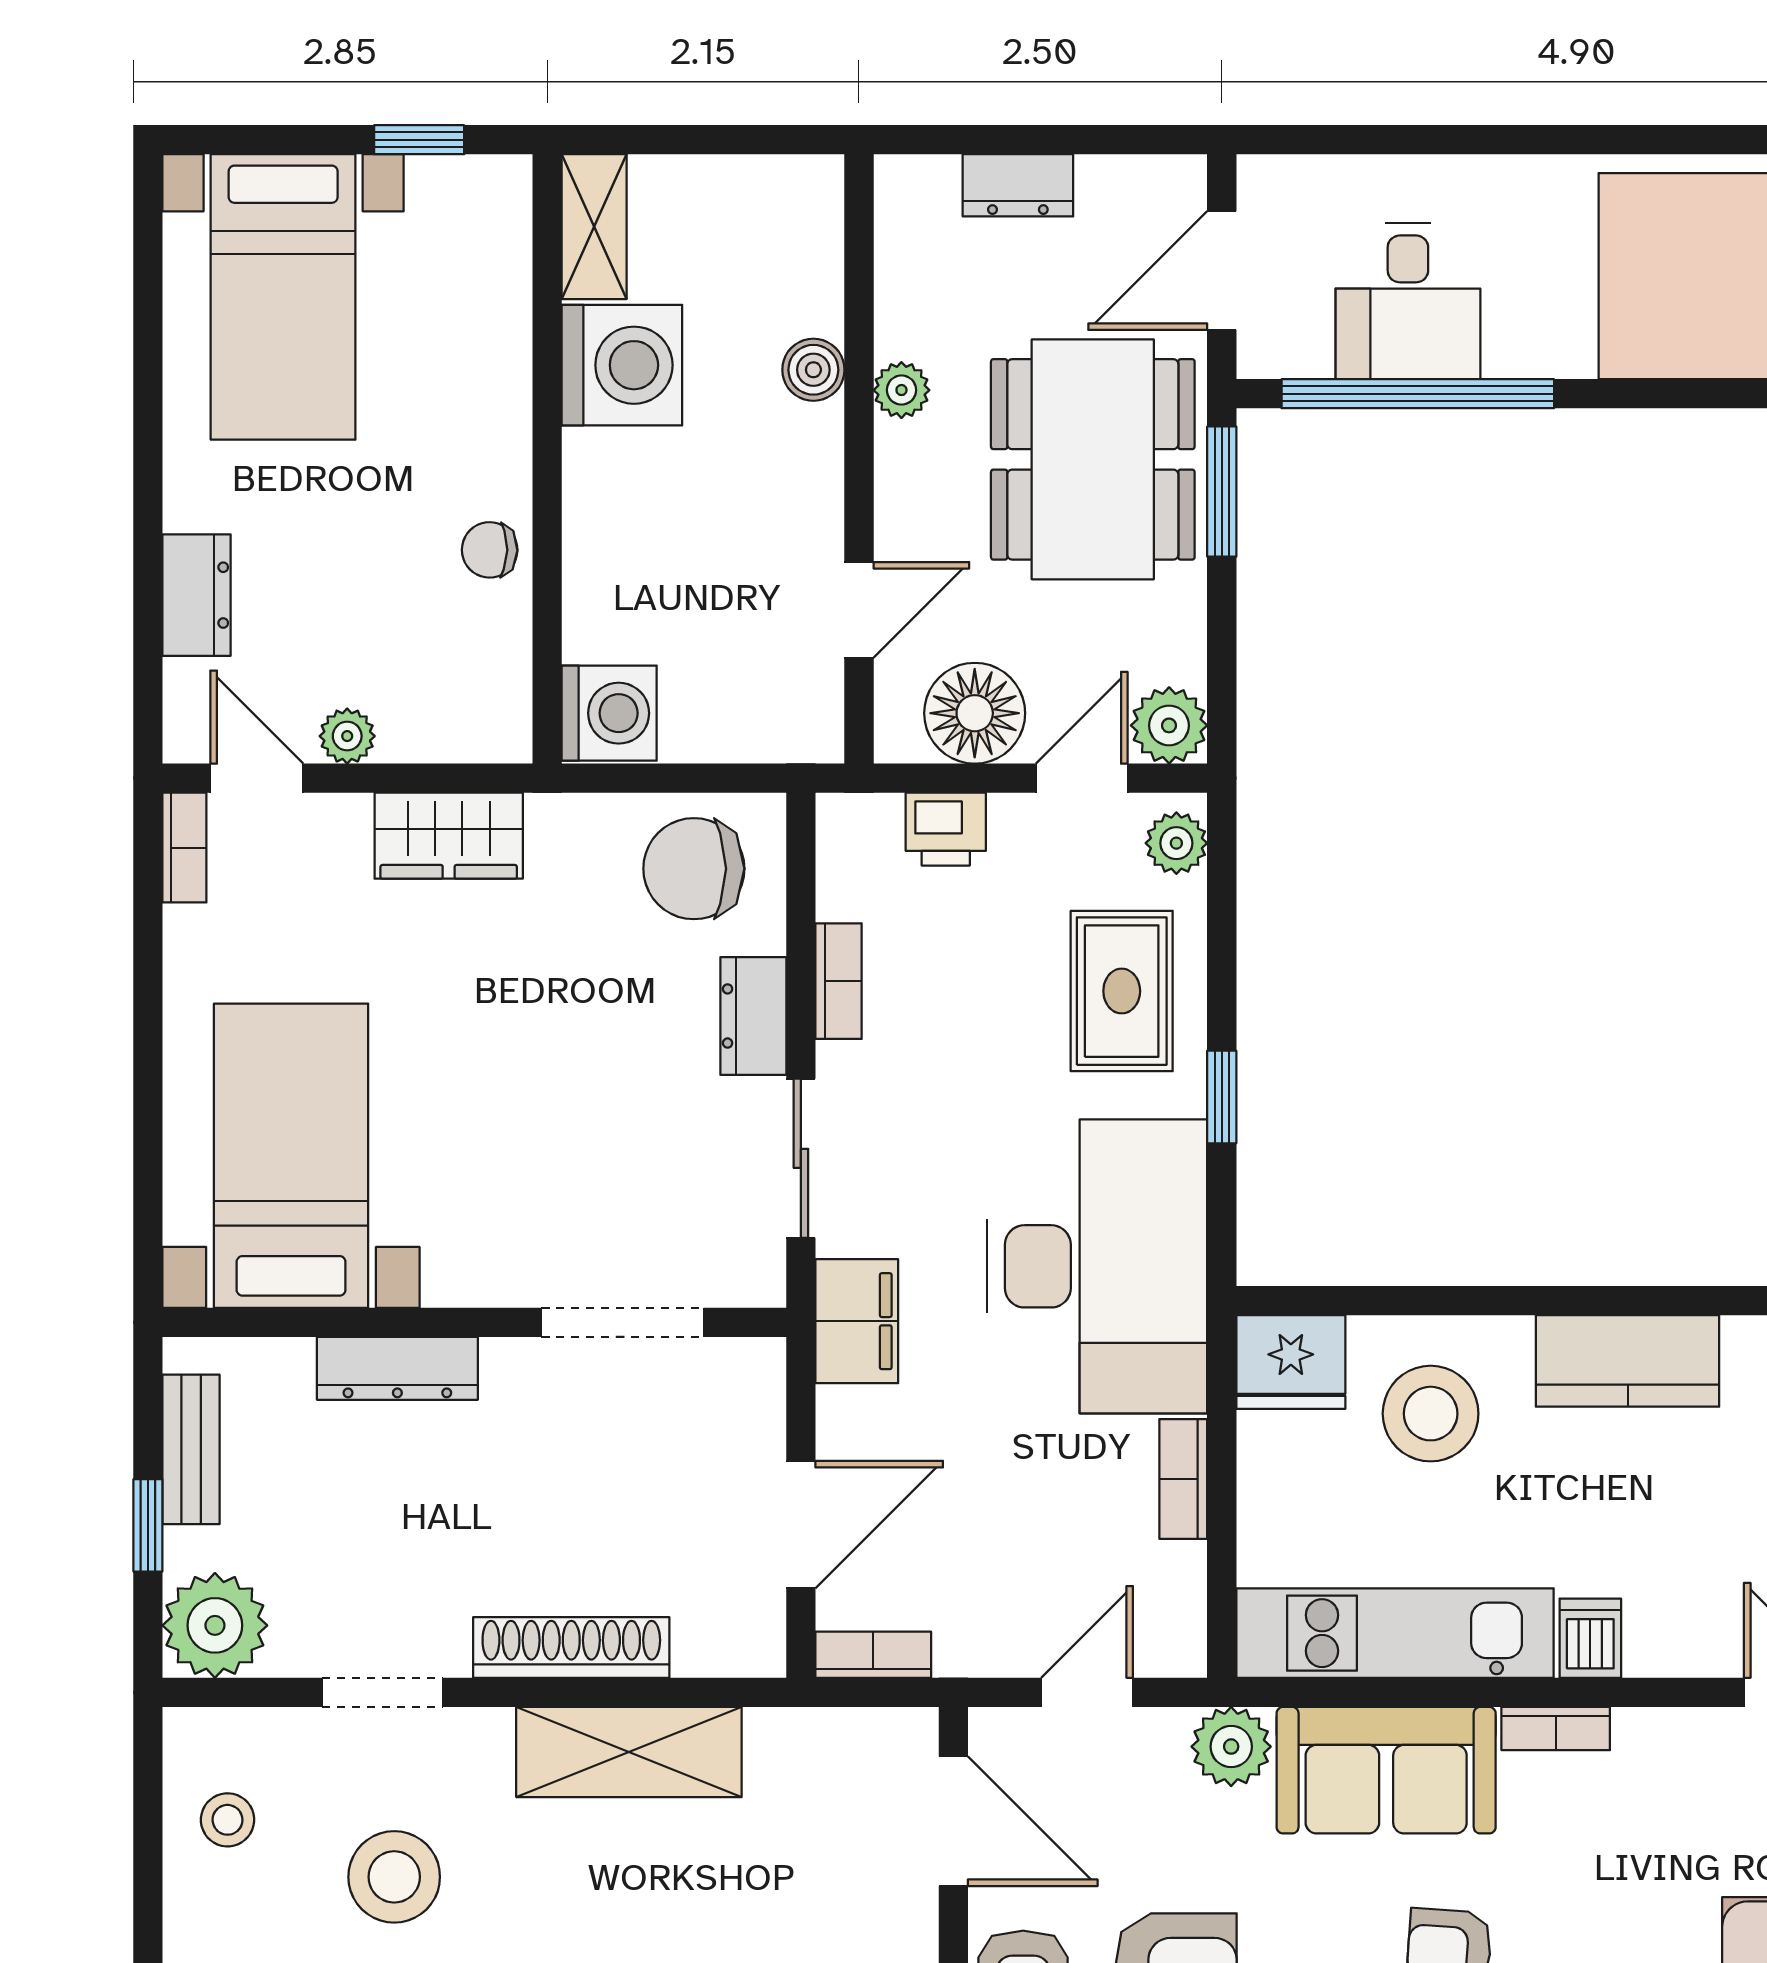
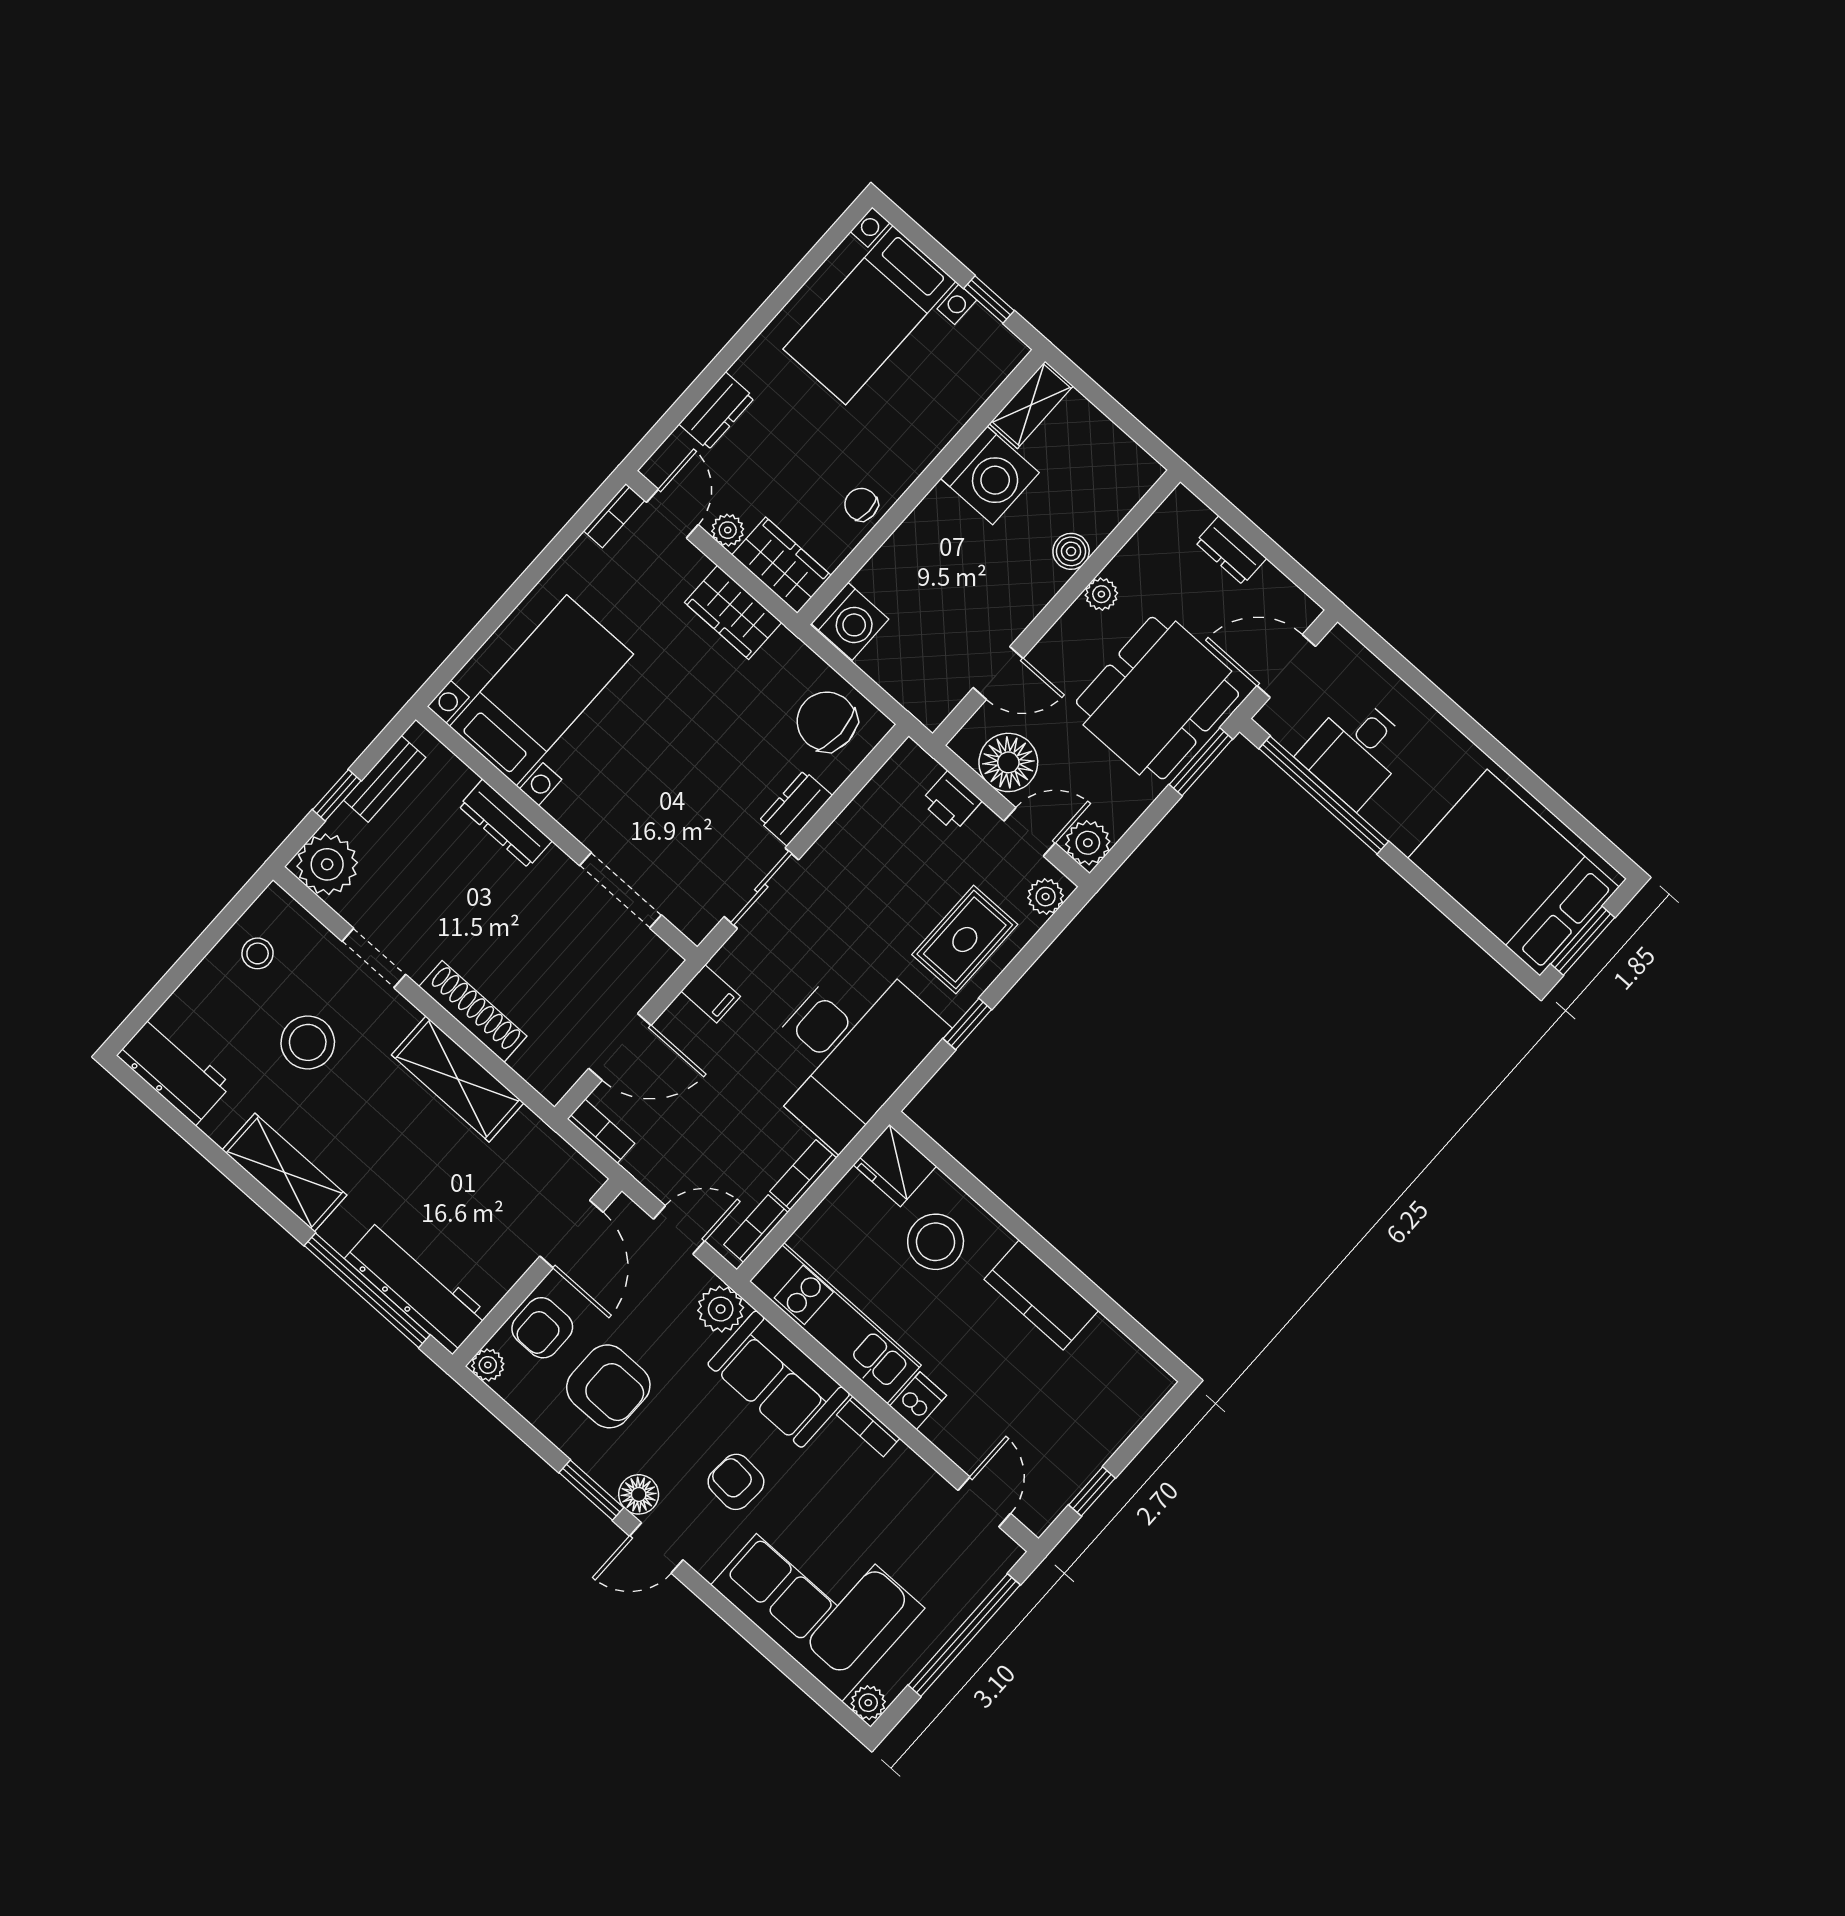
wardrobe: (457, 720) -> (781, 565), added
bookcase: (839, 981) -> (756, 1228), moved, turned 180
filing cabinet: (857, 1321) -> (711, 994), width x0.50

